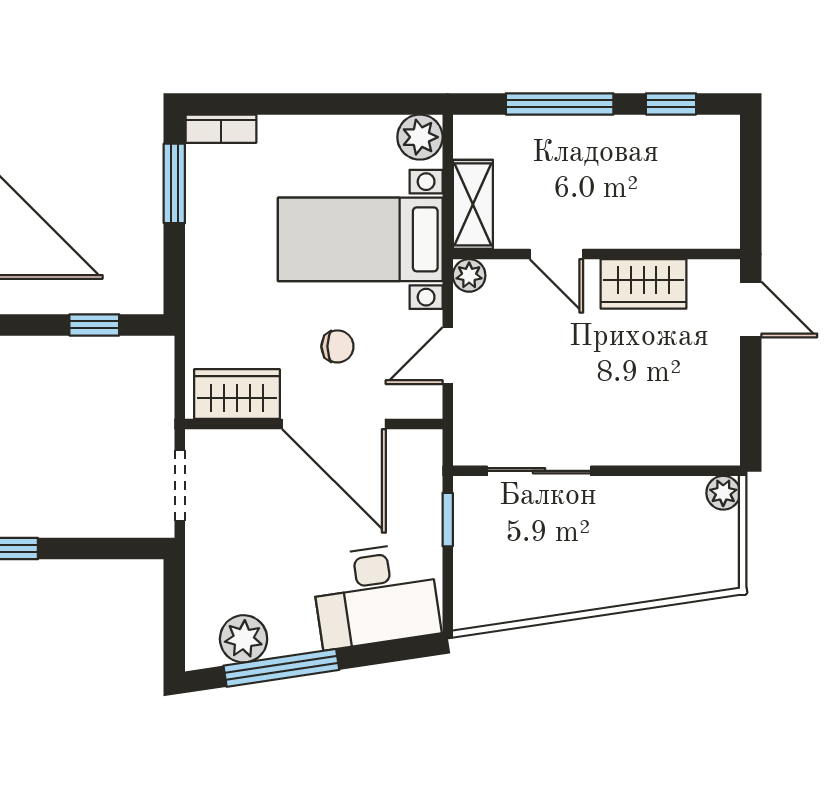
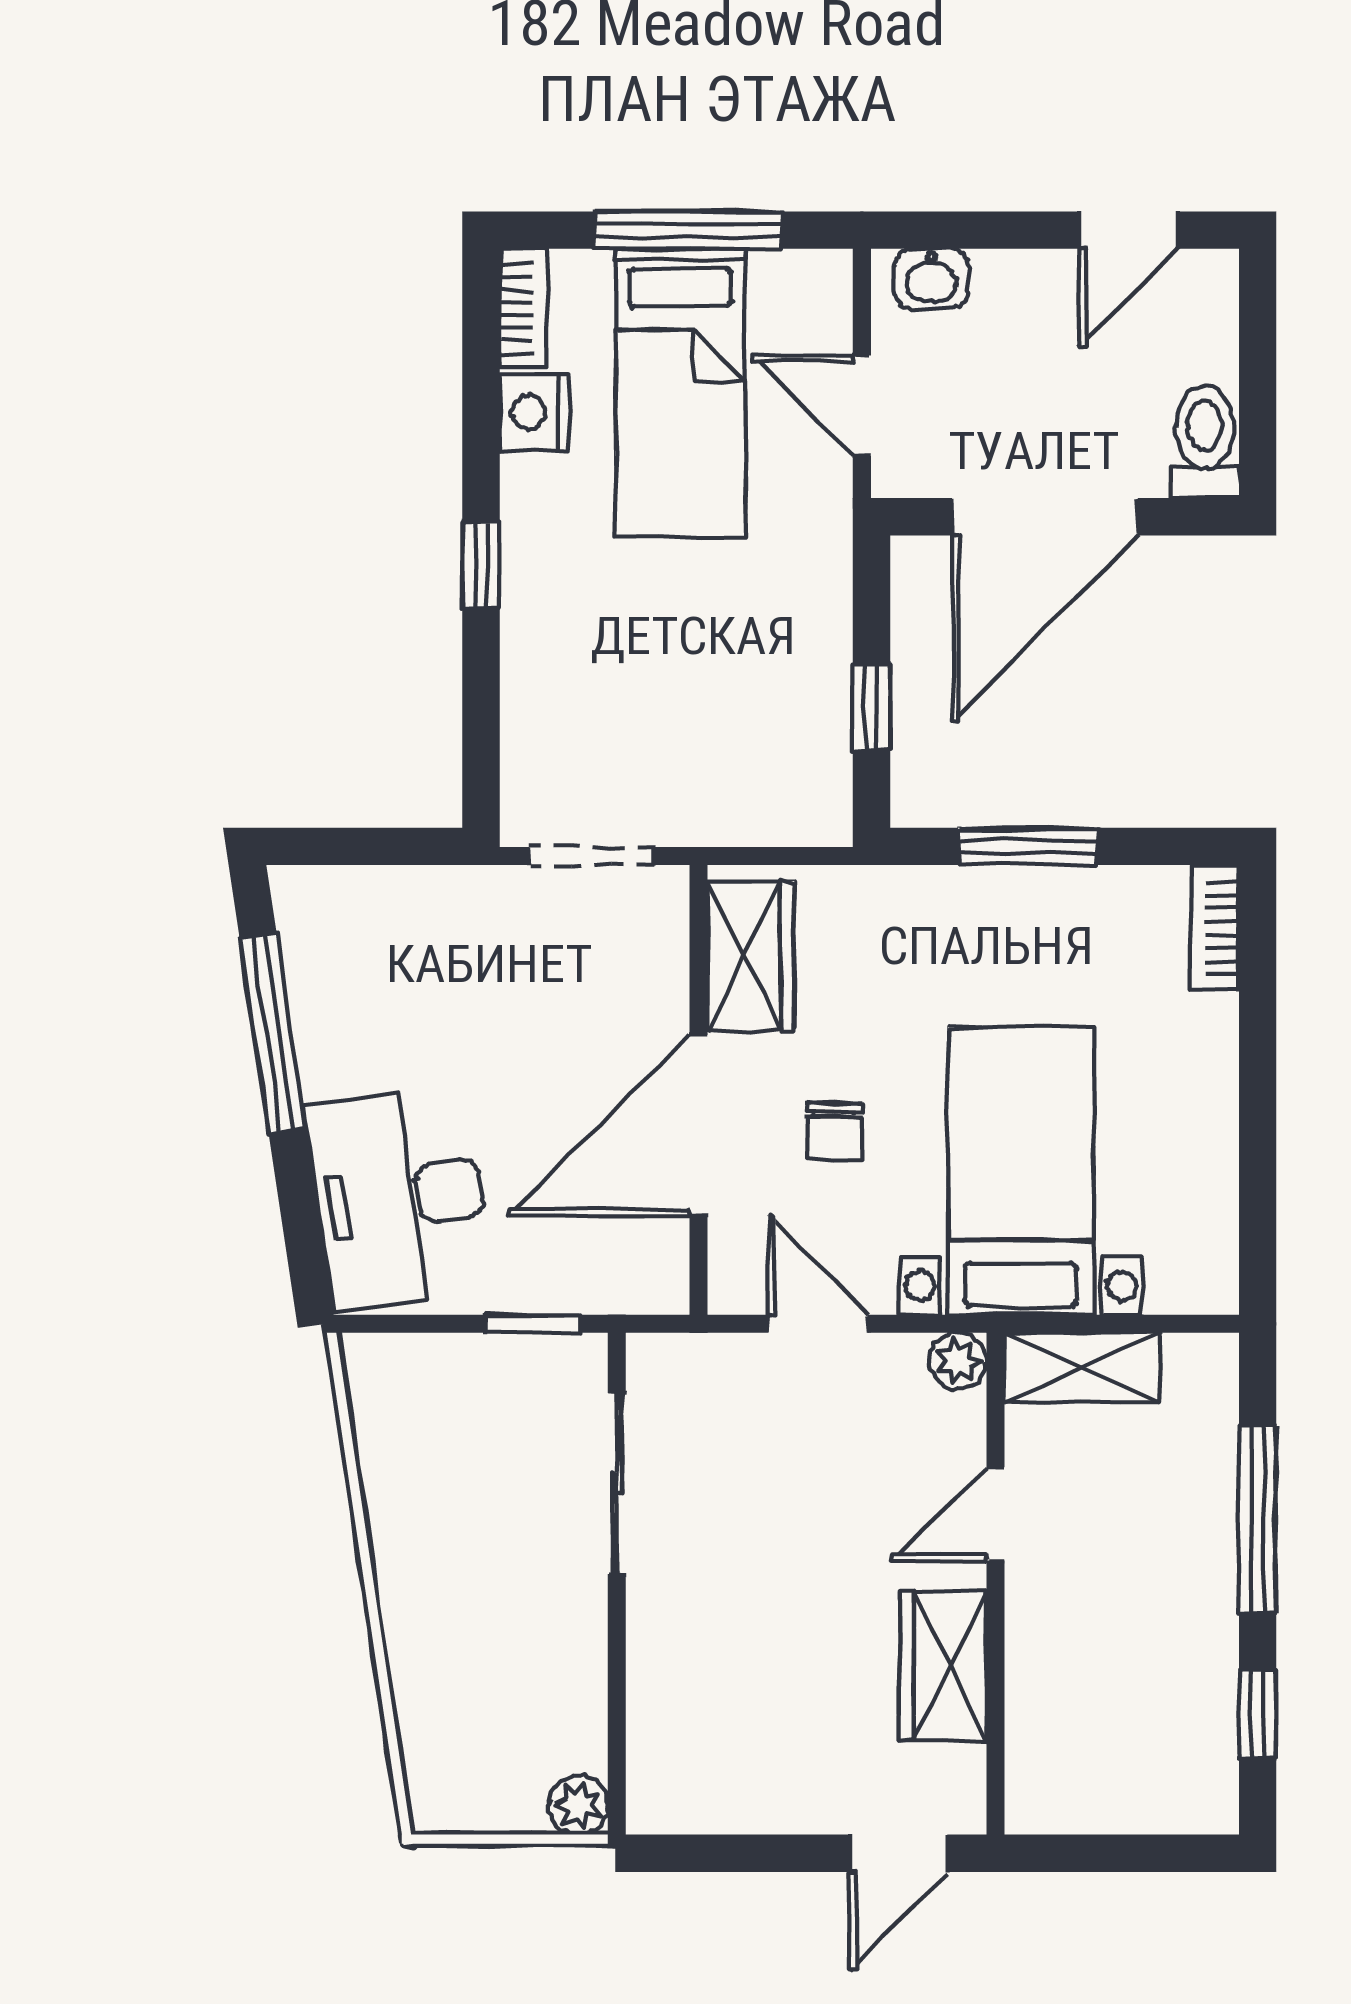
plant: (420, 137) -> (1200, 1275), removed
window: (174, 183) -> (1028, 846), moved
plant: (244, 639) -> (323, 967), removed

